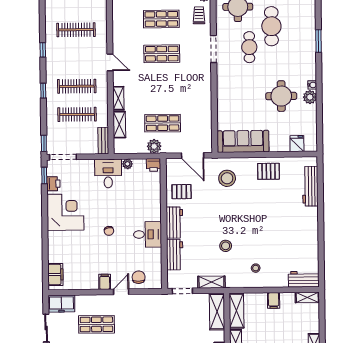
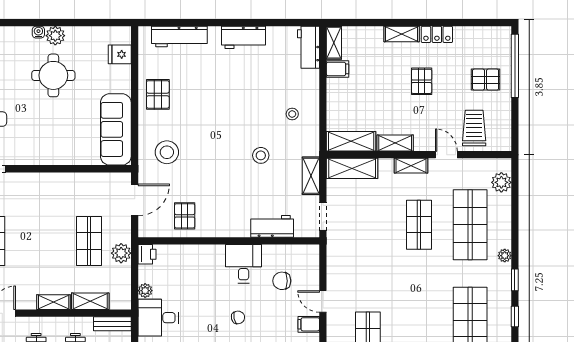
workbench: (174, 223) -> (244, 37), moved, turned 180
chair: (139, 277) -> (282, 281), moved
filing cabinet: (274, 300) -> (338, 69), moved

